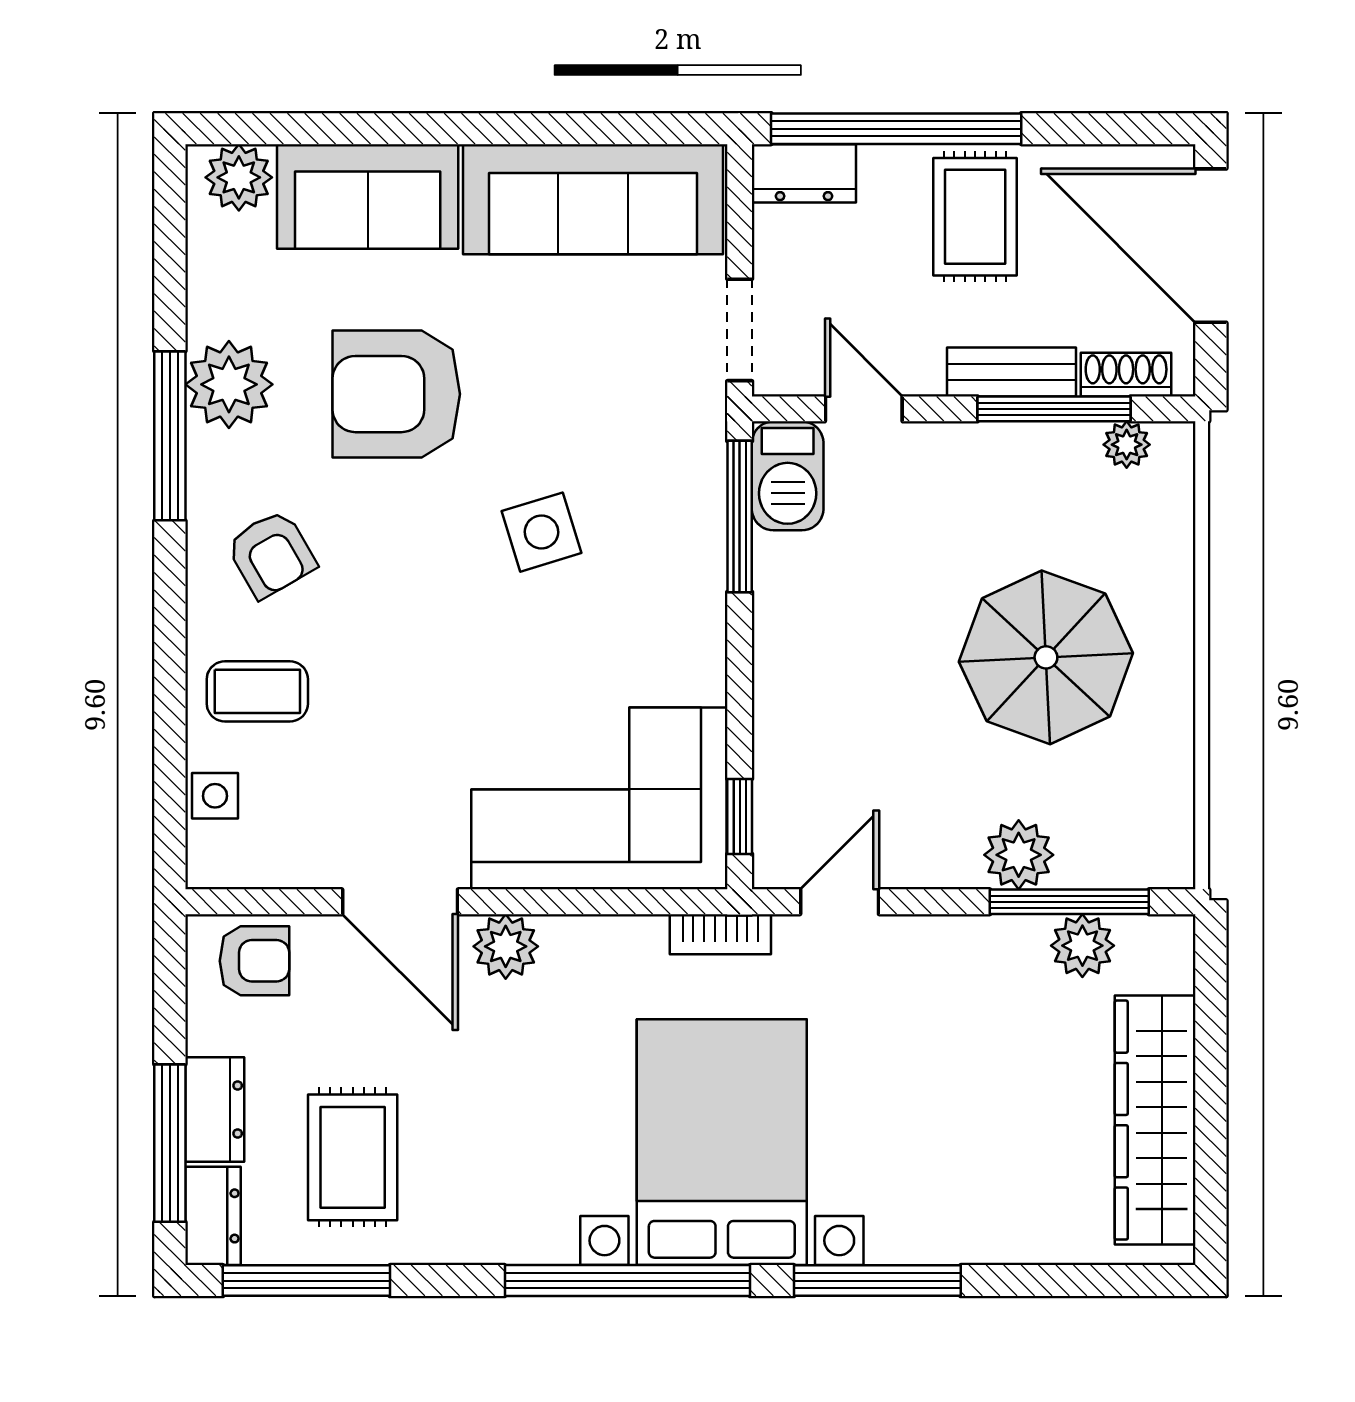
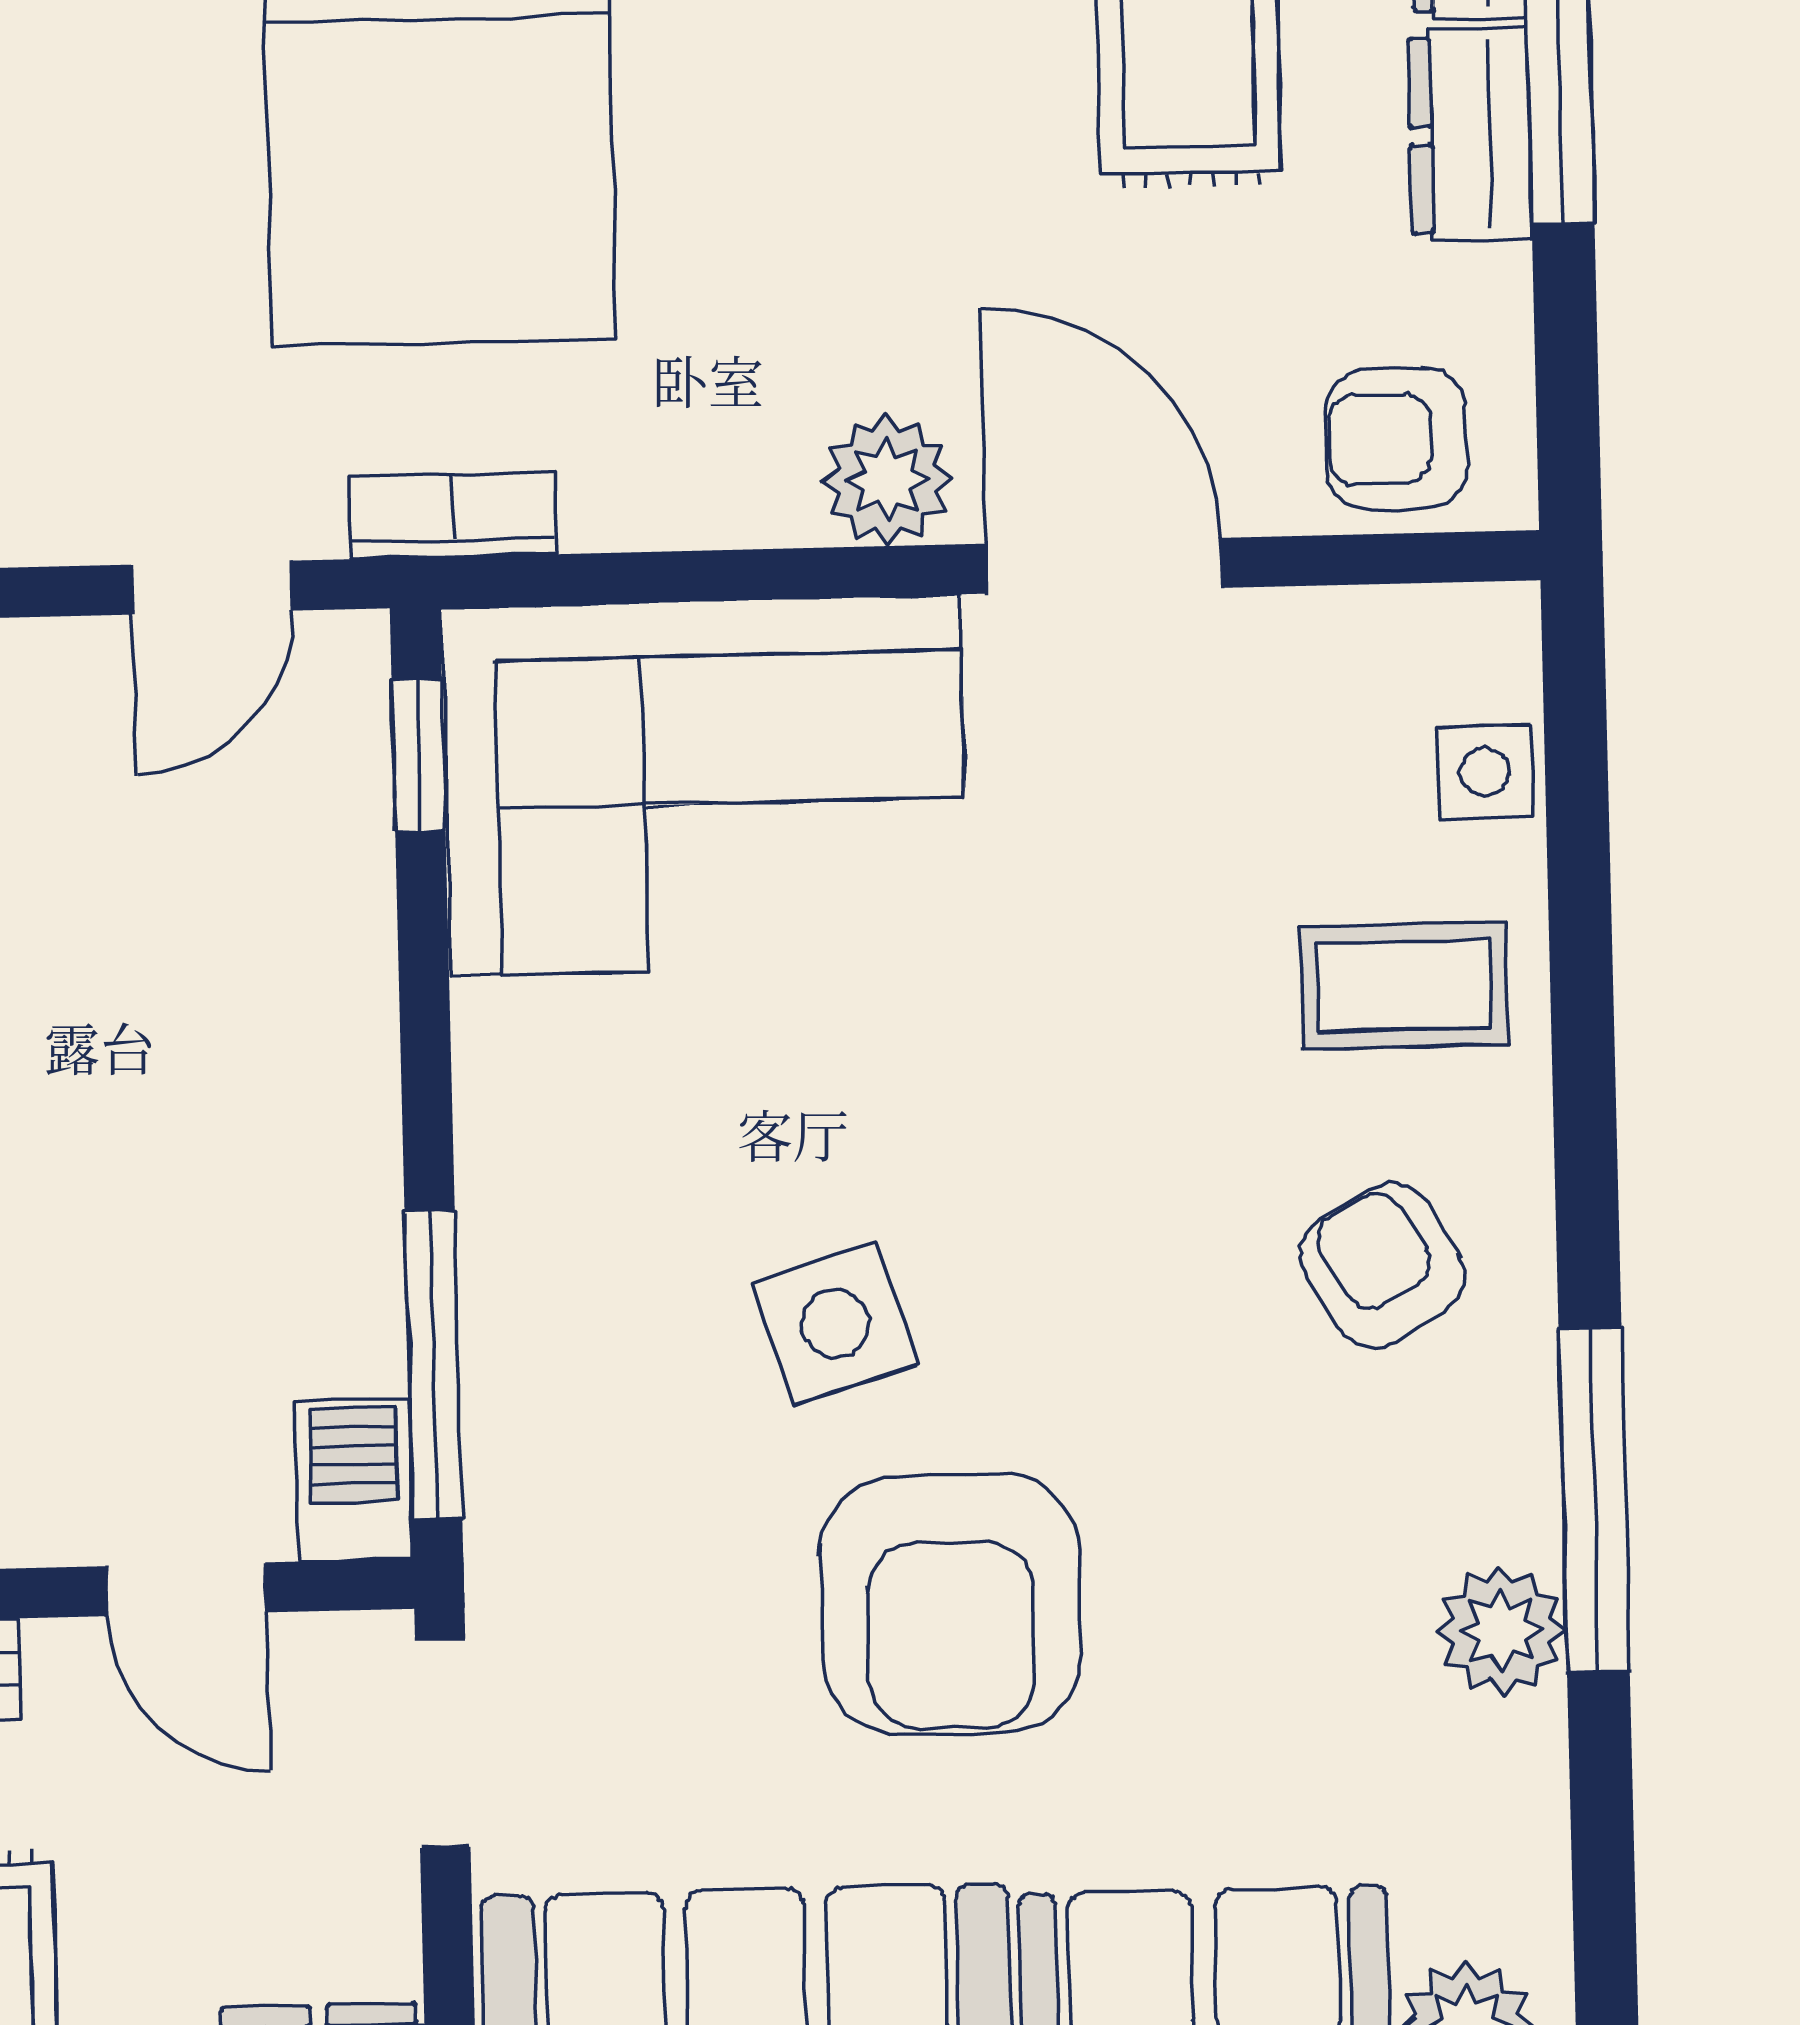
plant: (229, 384) -> (1501, 1631), width x0.73, depth x0.73
armchair: (396, 394) -> (951, 1604), moved, turned 90
barbecue: (788, 476) -> (354, 1480), width x0.73, depth x0.79

